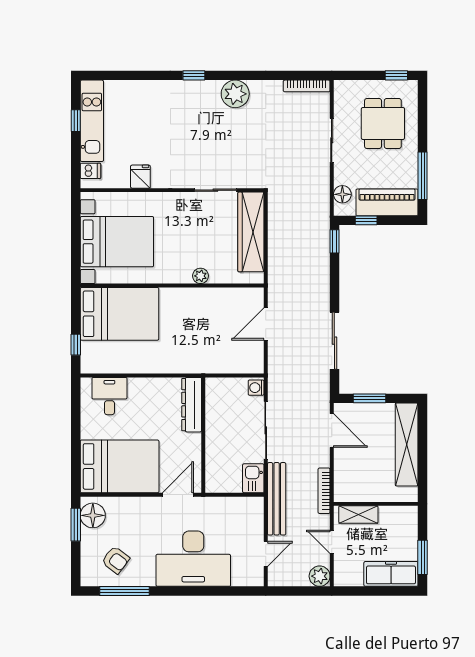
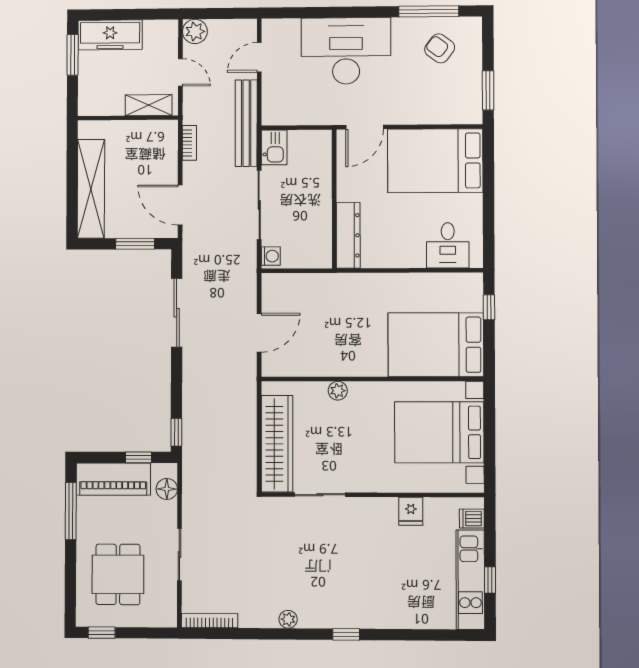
plant: (235, 94) -> (288, 619), width x0.53, depth x0.53
bookcase: (324, 491) -> (189, 143), width x0.64
floor lamp: (93, 515) -> (467, 102), removed

